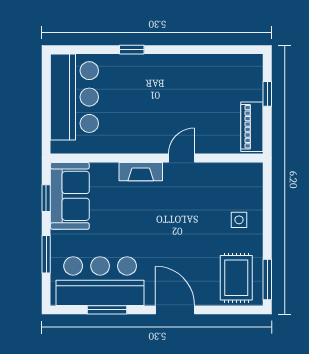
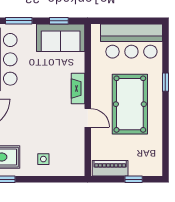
pool table: (162, 99) -> (130, 104), added

